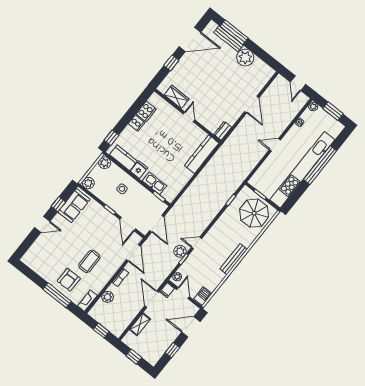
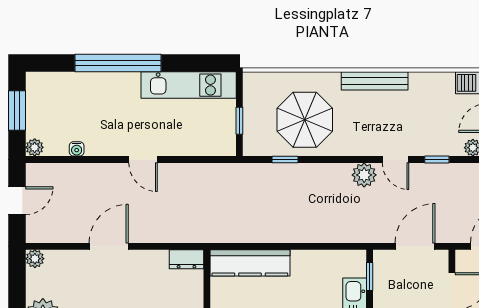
plant: (270, 72) -> (35, 259), added
kitchen unit: (302, 170) -> (189, 85), width x0.54
parasol: (254, 213) -> (305, 120), moved
plant: (180, 251) -> (364, 175), moved

